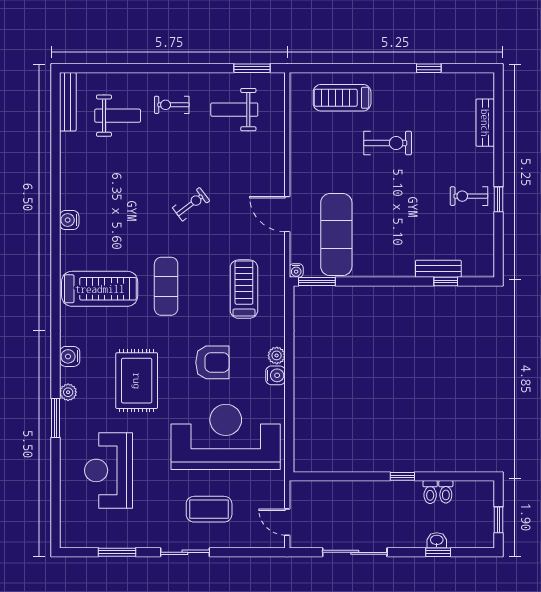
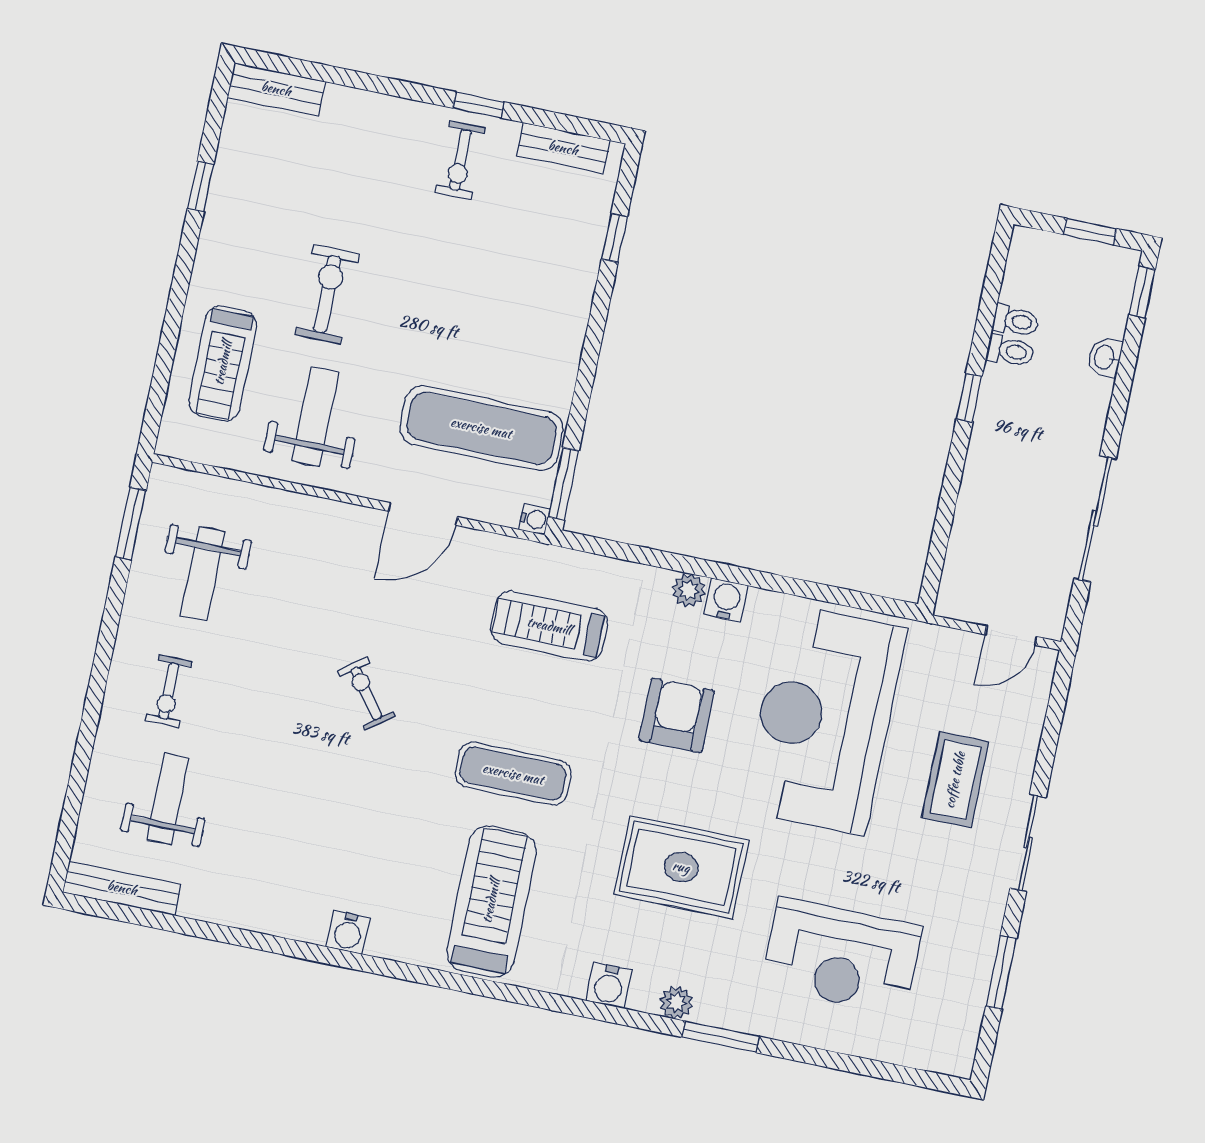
bench: (485, 123) -> (276, 89), moved
weight bench: (325, 150) -> (315, 416), added
bench: (438, 269) -> (563, 148), moved, turned 90
window: (438, 552) -> (1142, 292), moved

